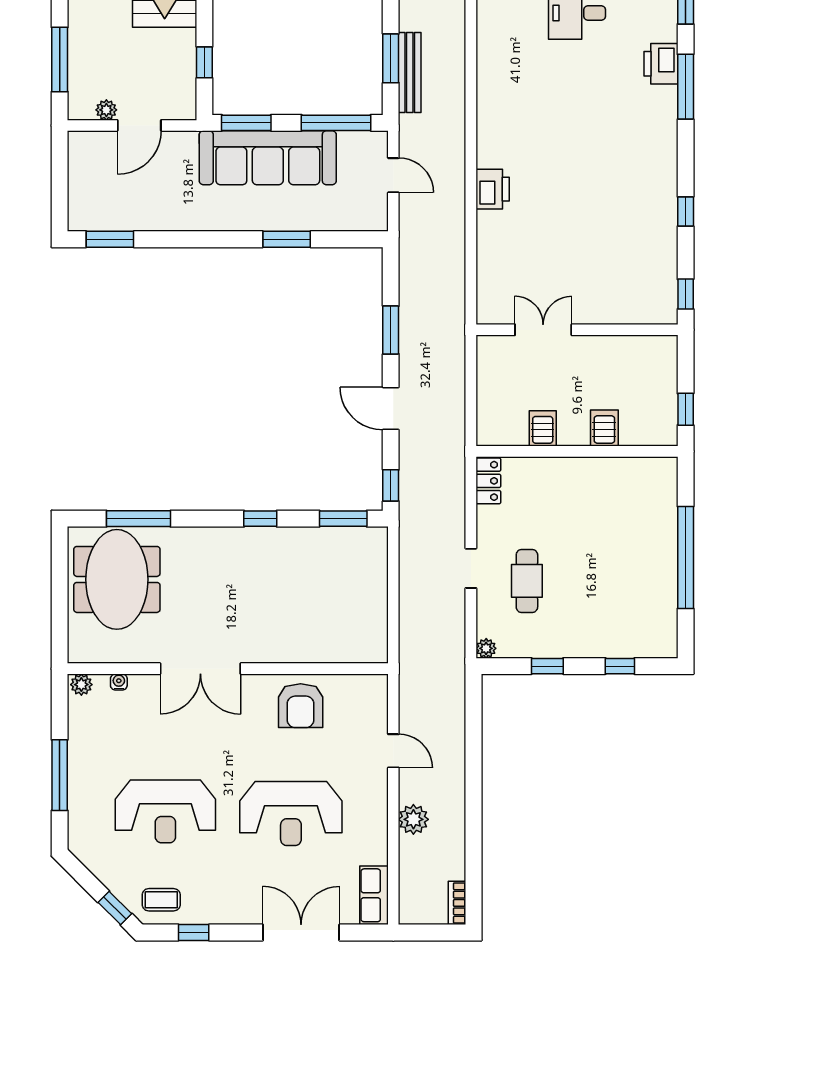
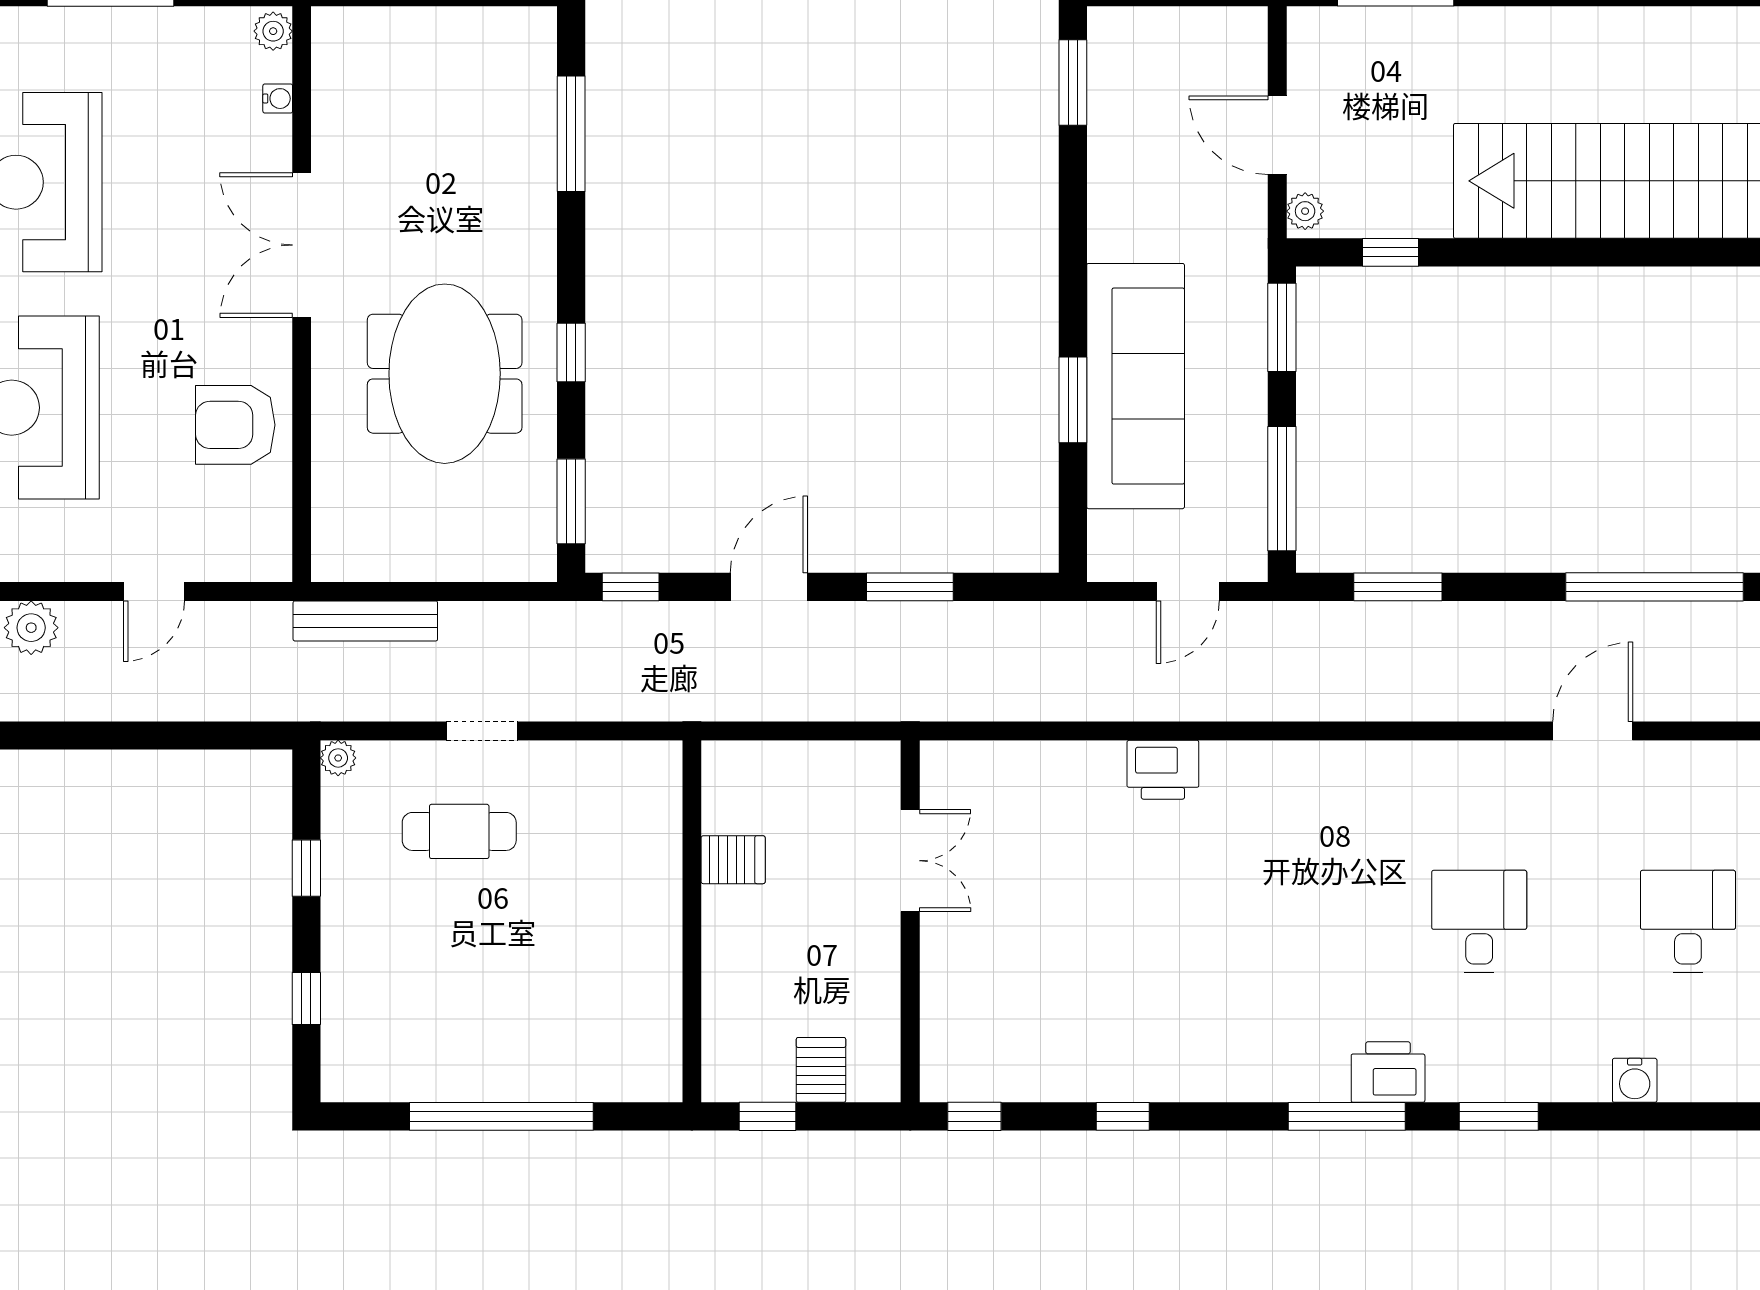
bench: (410, 72) -> (365, 621), moved
plant: (106, 110) -> (1305, 211), moved
sofa: (268, 158) -> (1136, 386), moved, turned 180
server rack: (604, 428) -> (821, 1070), moved, turned -90
locker: (488, 481) -> (639, 762), removed
meeting table: (117, 579) -> (445, 374), moved, turned 90

